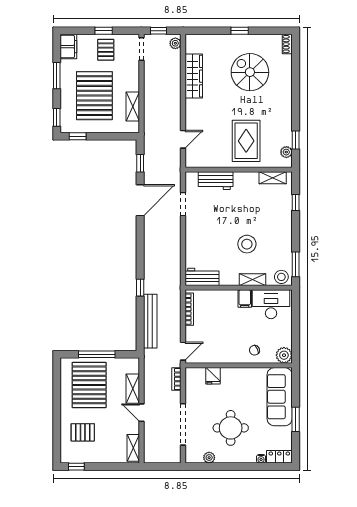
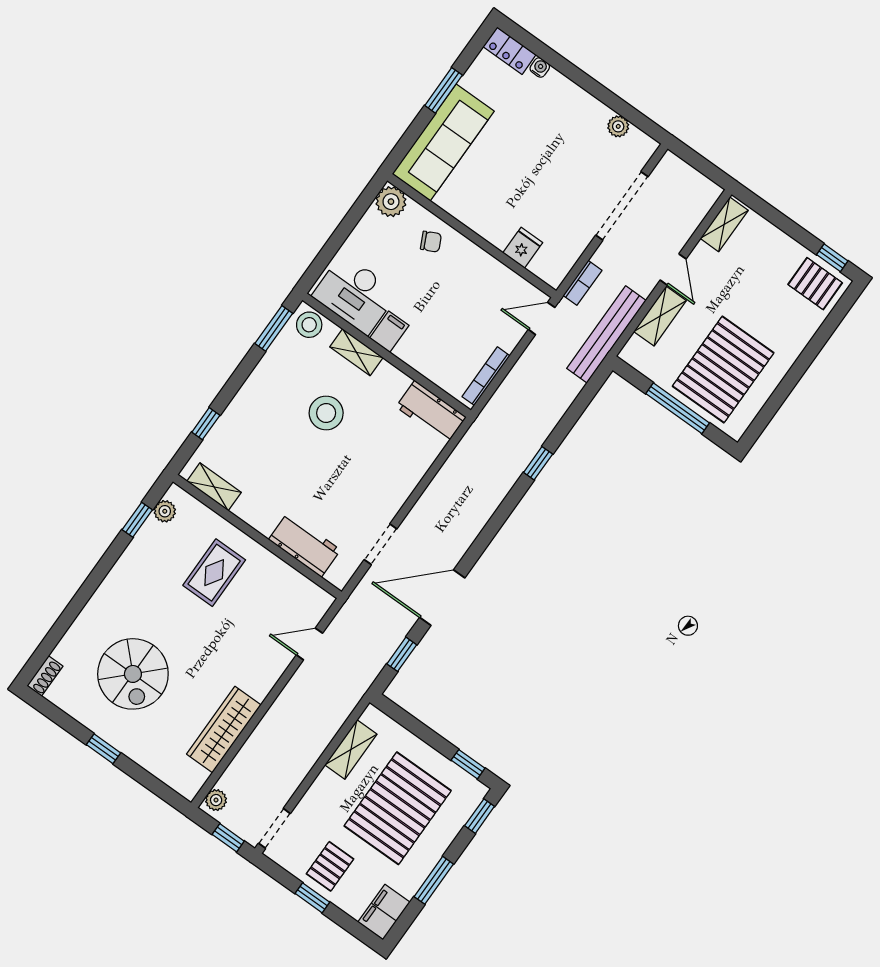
rug: (246, 141) -> (214, 573), width x0.73, depth x0.70
bench: (150, 321) -> (606, 334), moved
round table: (231, 428) -> (553, 148), removed
pallet: (83, 432) -> (815, 284), moved

